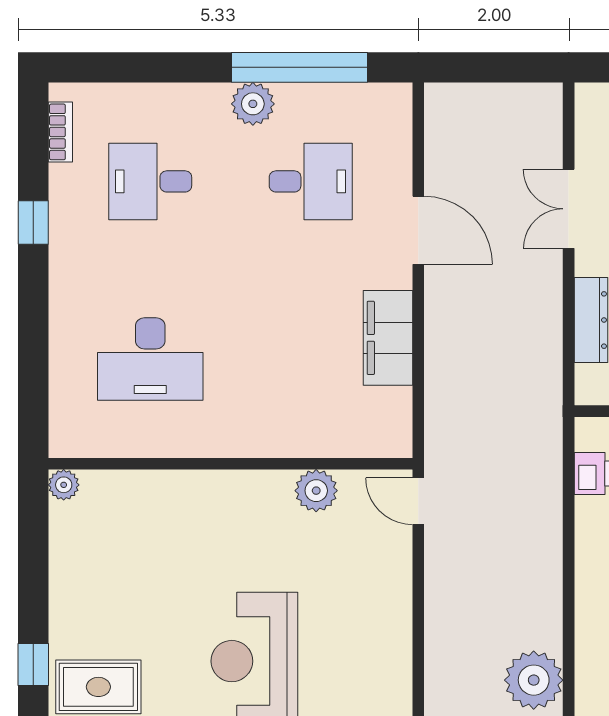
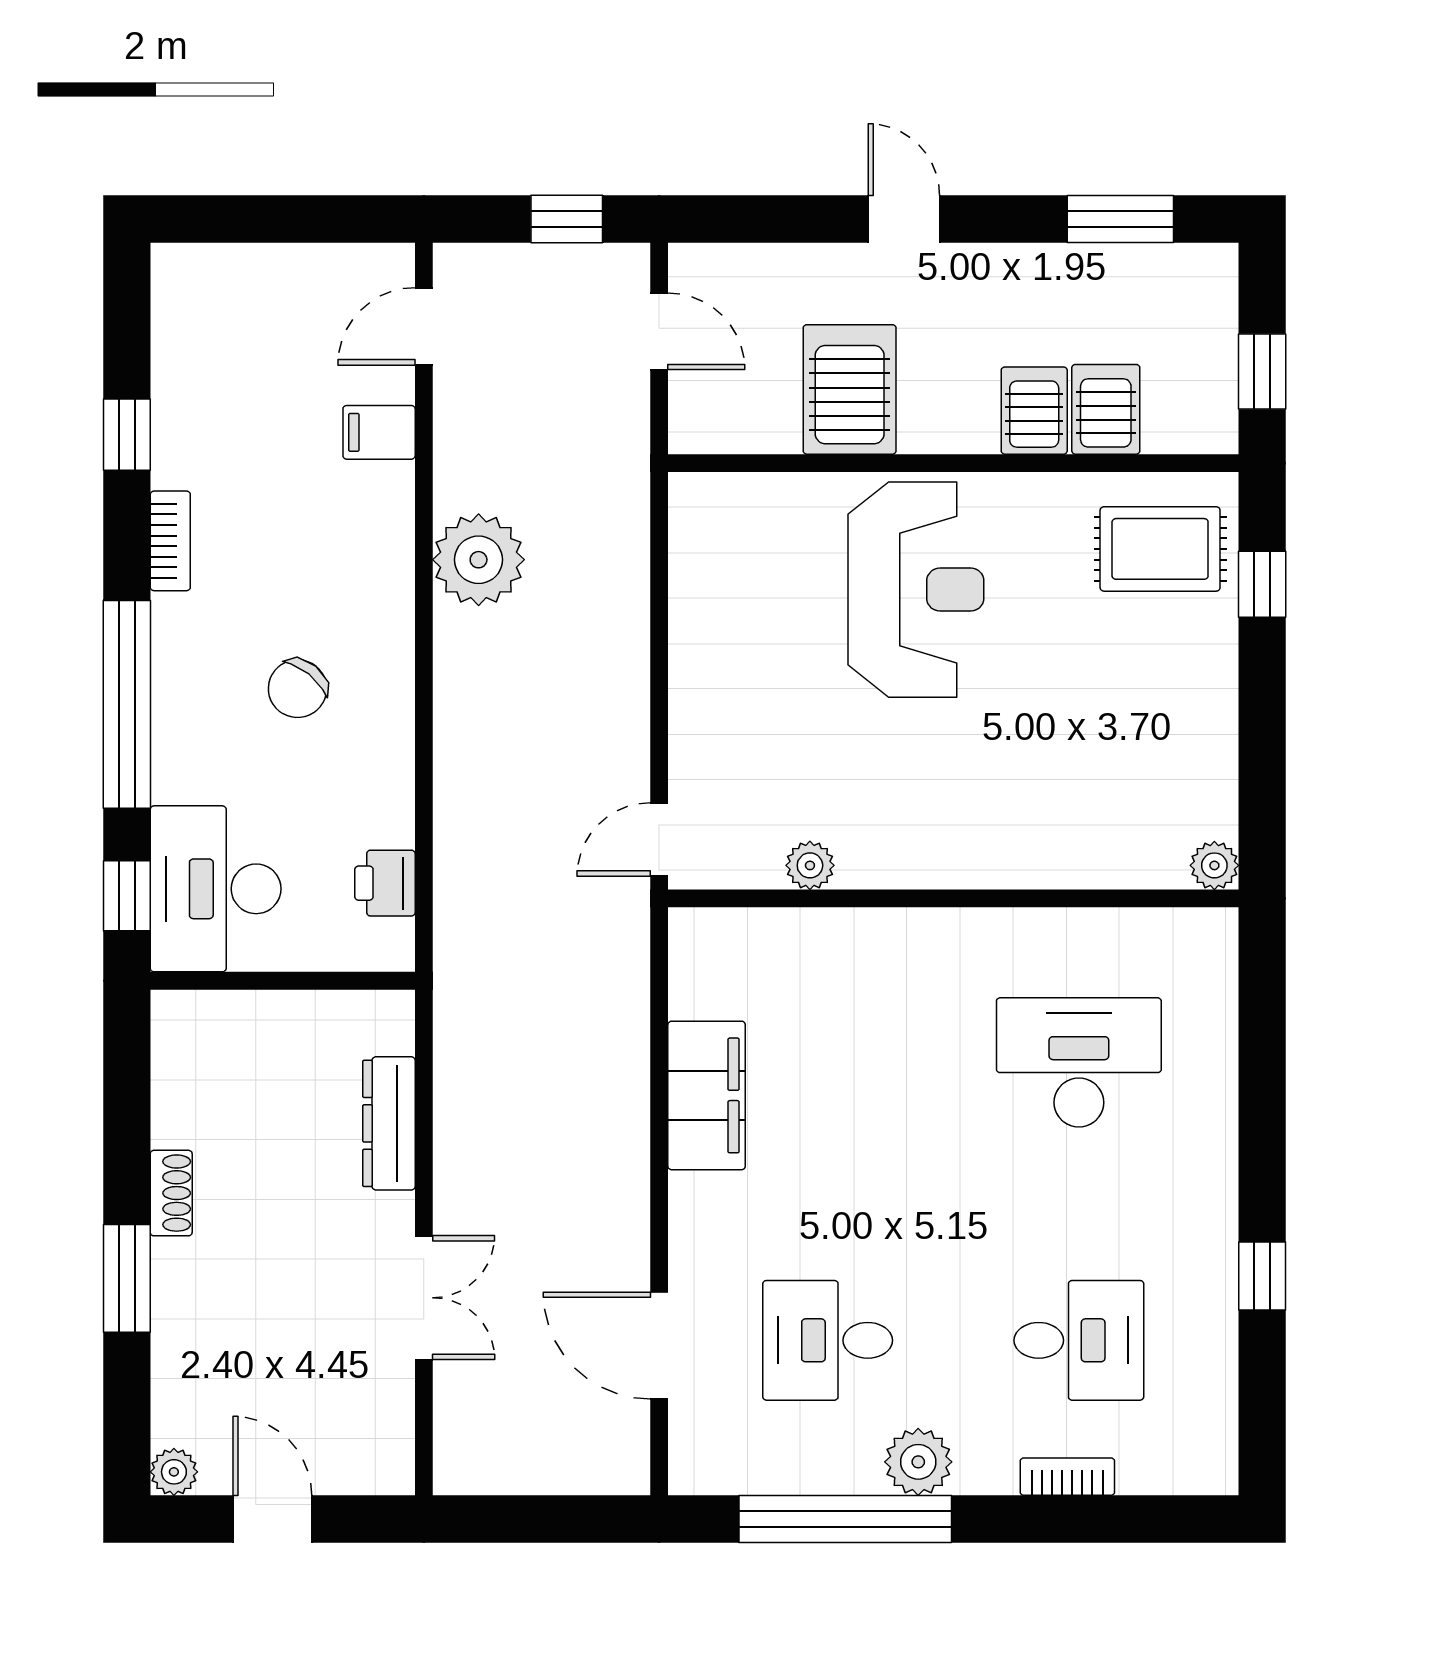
bookcase: (60, 132) -> (1067, 1477), moved, turned 90
door: (418, 230) -> (659, 1346), moved
plant: (316, 491) -> (810, 865), width x0.73, depth x0.73
door: (418, 501) -> (659, 840), swing flipped

